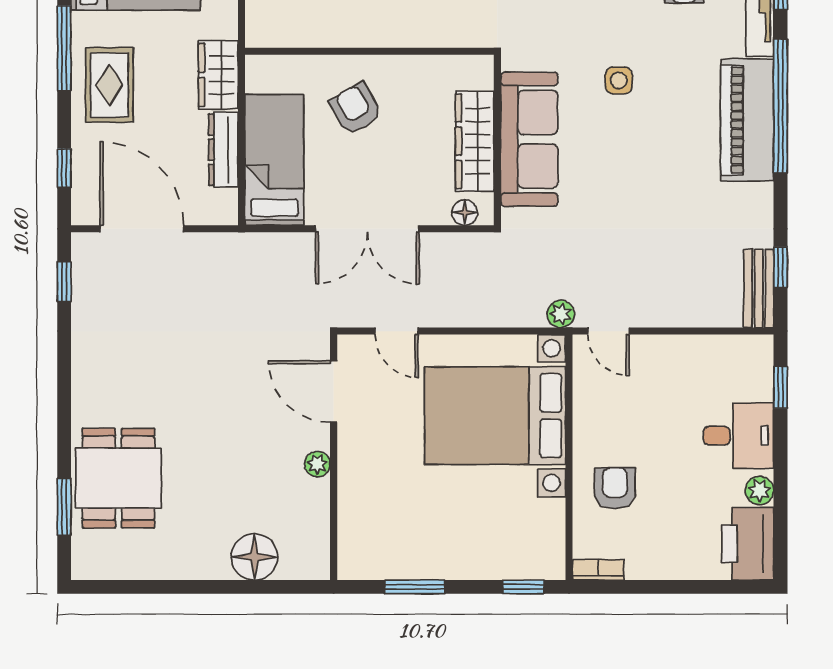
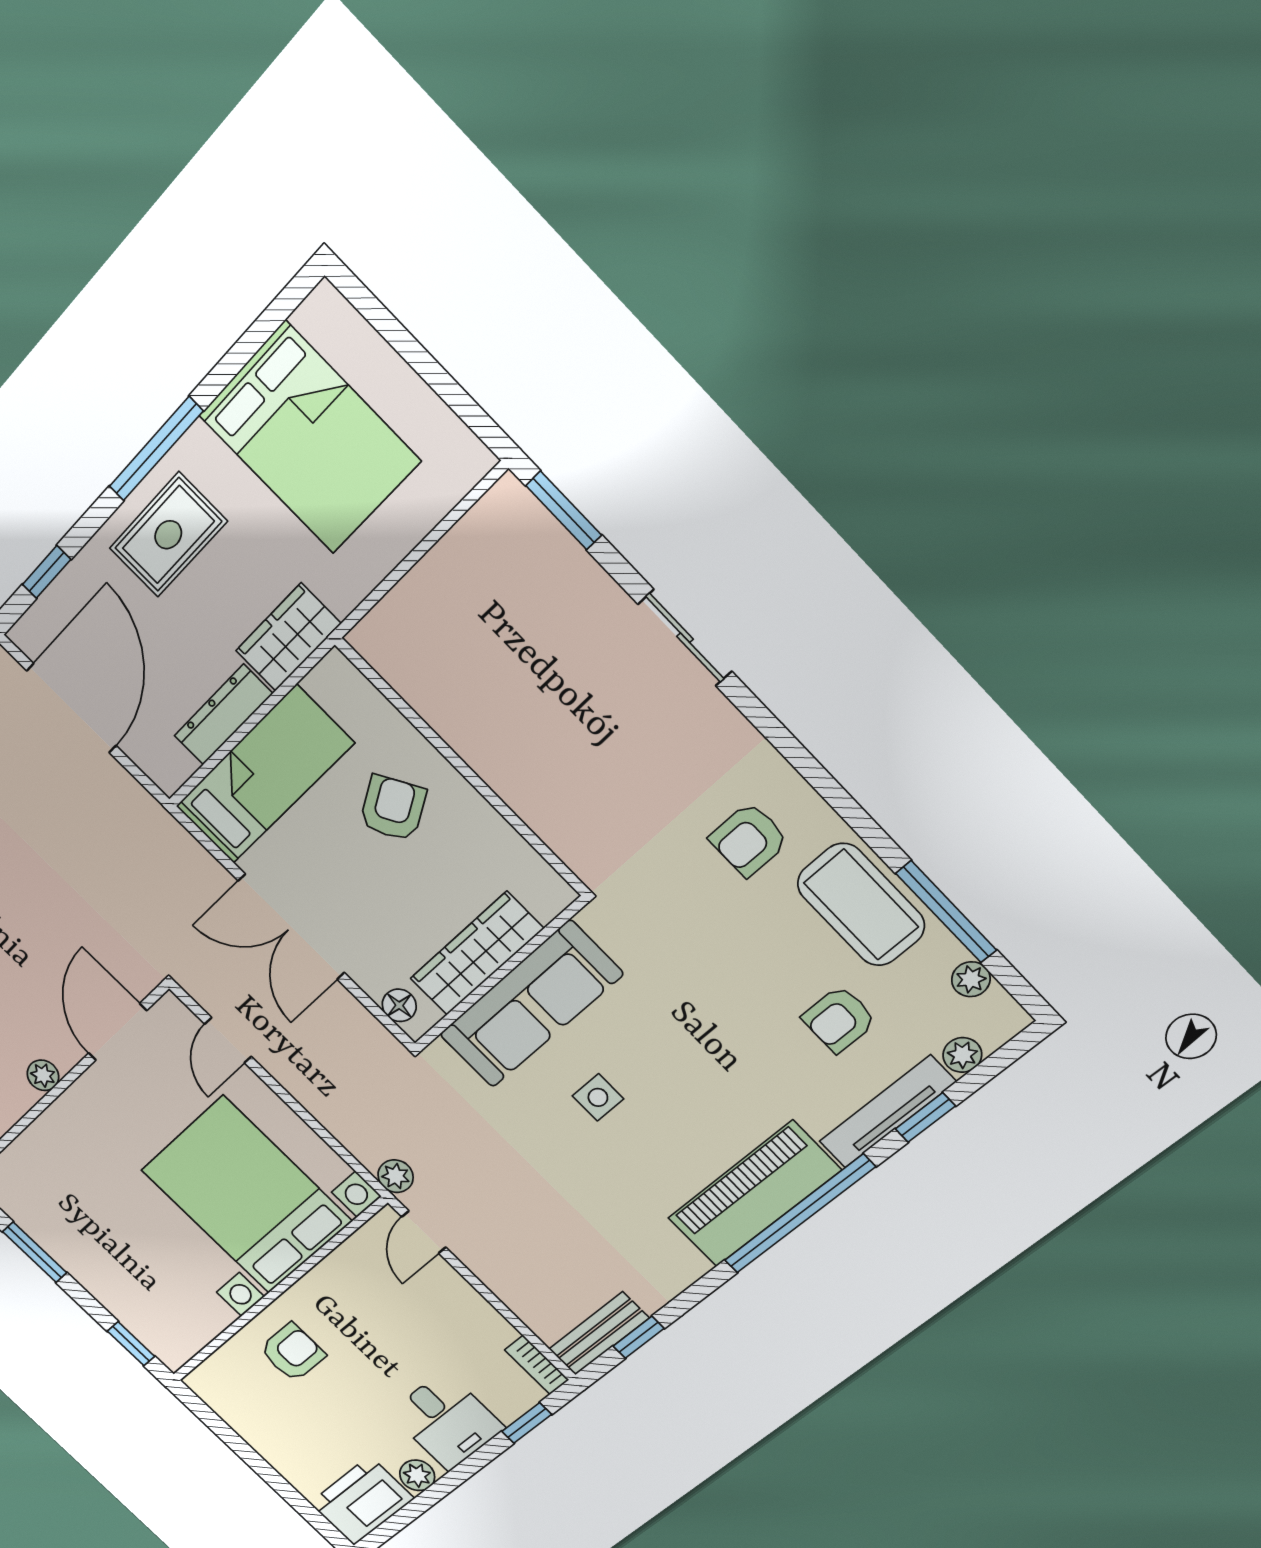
side table: (619, 80) -> (598, 1097), moved
bookcase: (598, 570) -> (537, 1365), moved, turned 180

